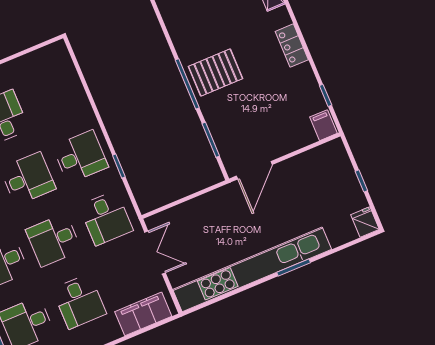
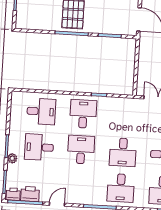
desk: (106, 218) -> (41, 111), moved

